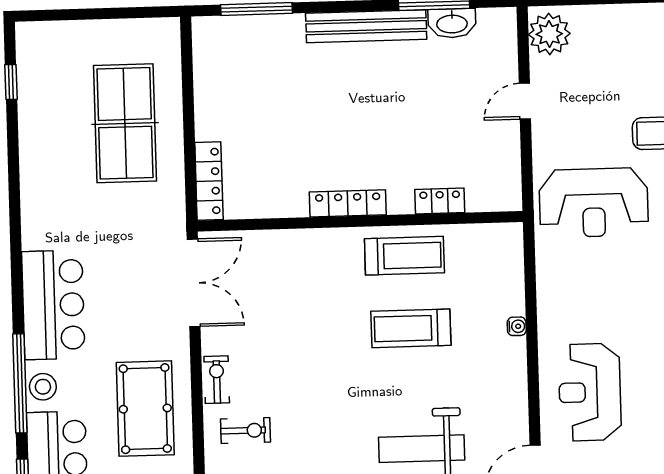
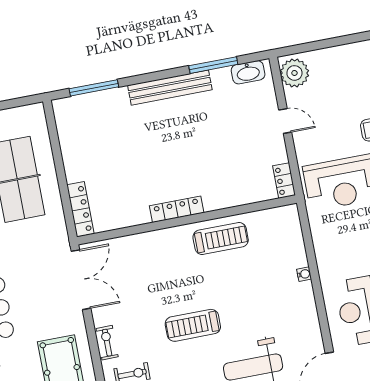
washbasin: (452, 23) -> (248, 72), moved
door: (525, 101) -> (285, 121), swing flipped
locker: (440, 201) -> (284, 181), moved, turned -90
treadmill: (411, 328) -> (193, 325), moved

